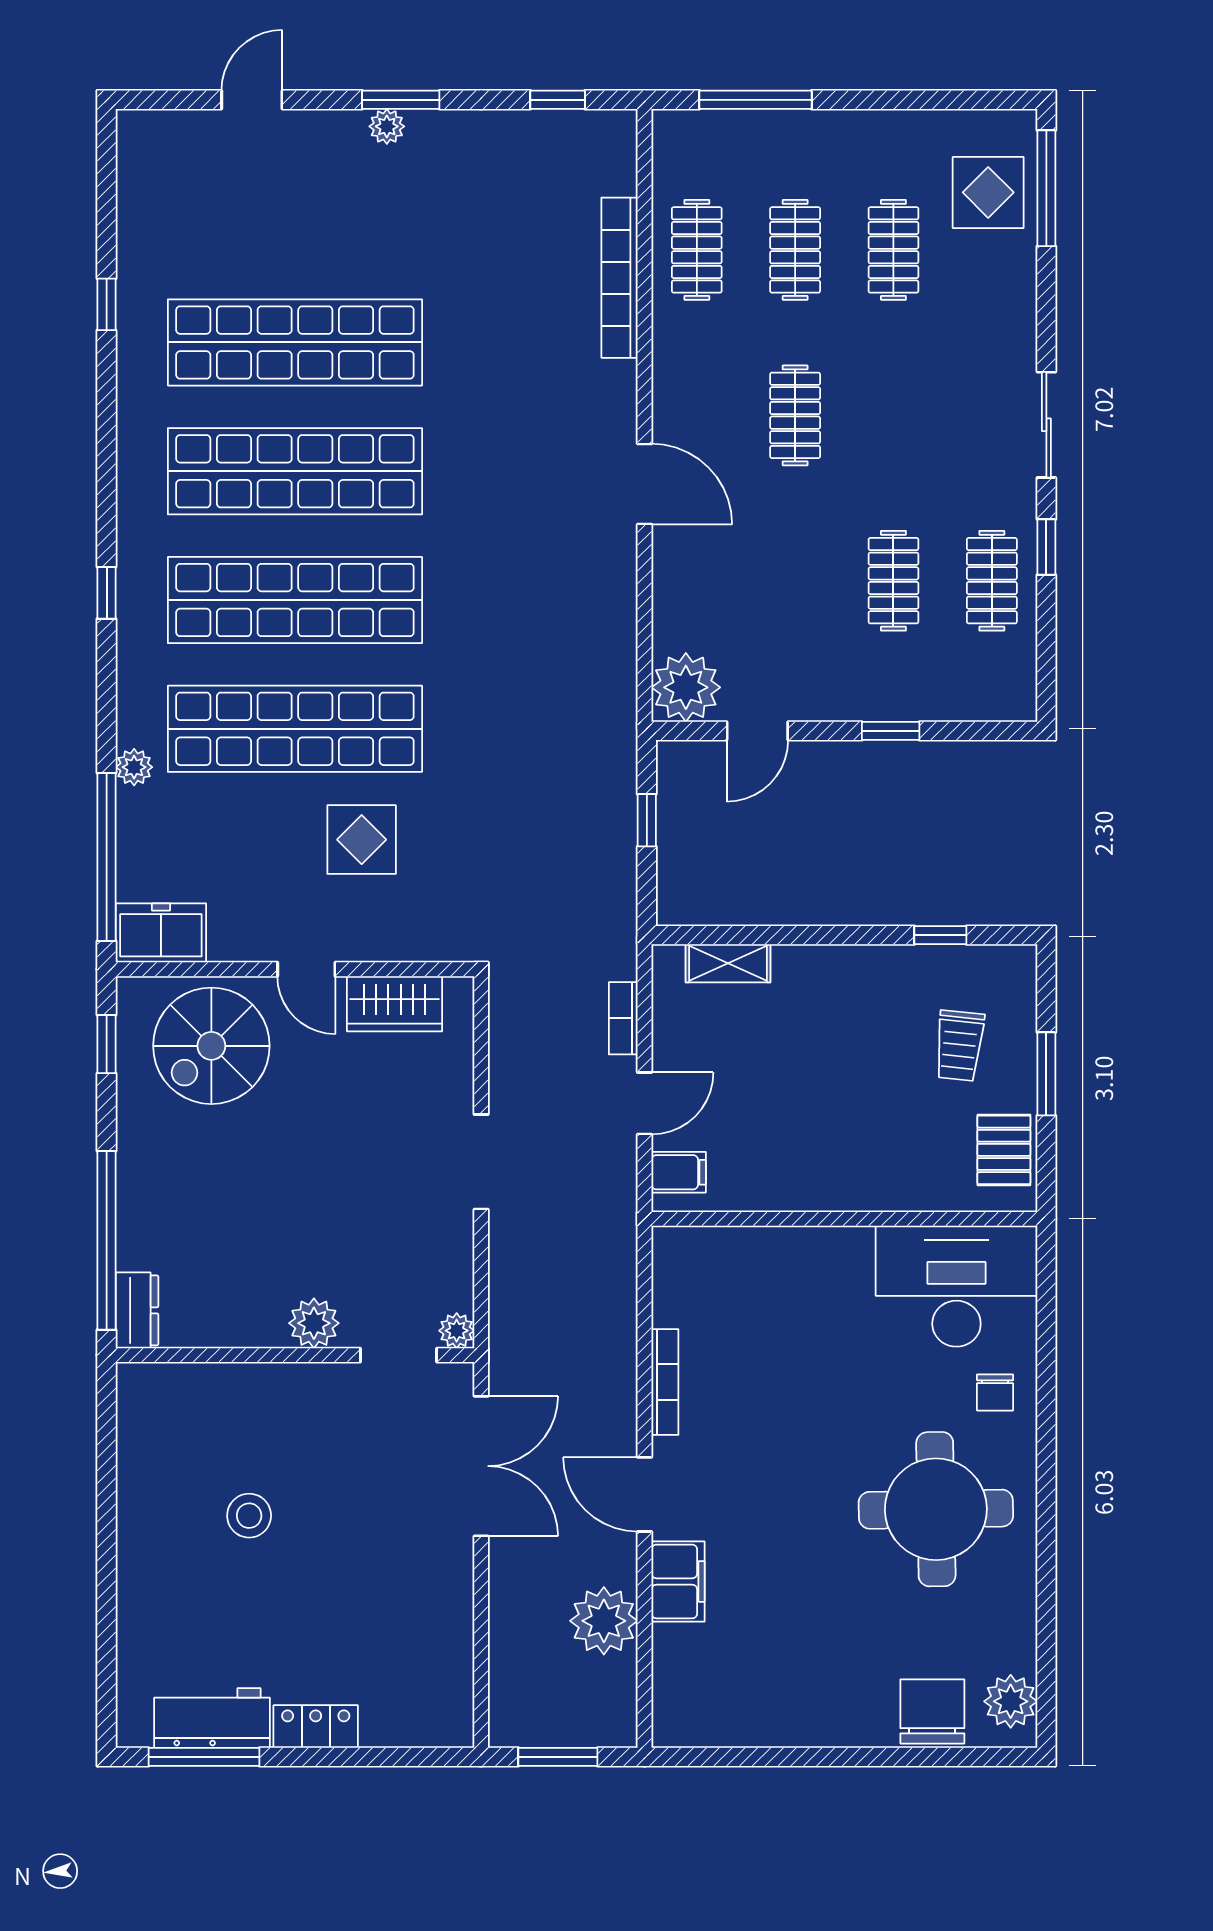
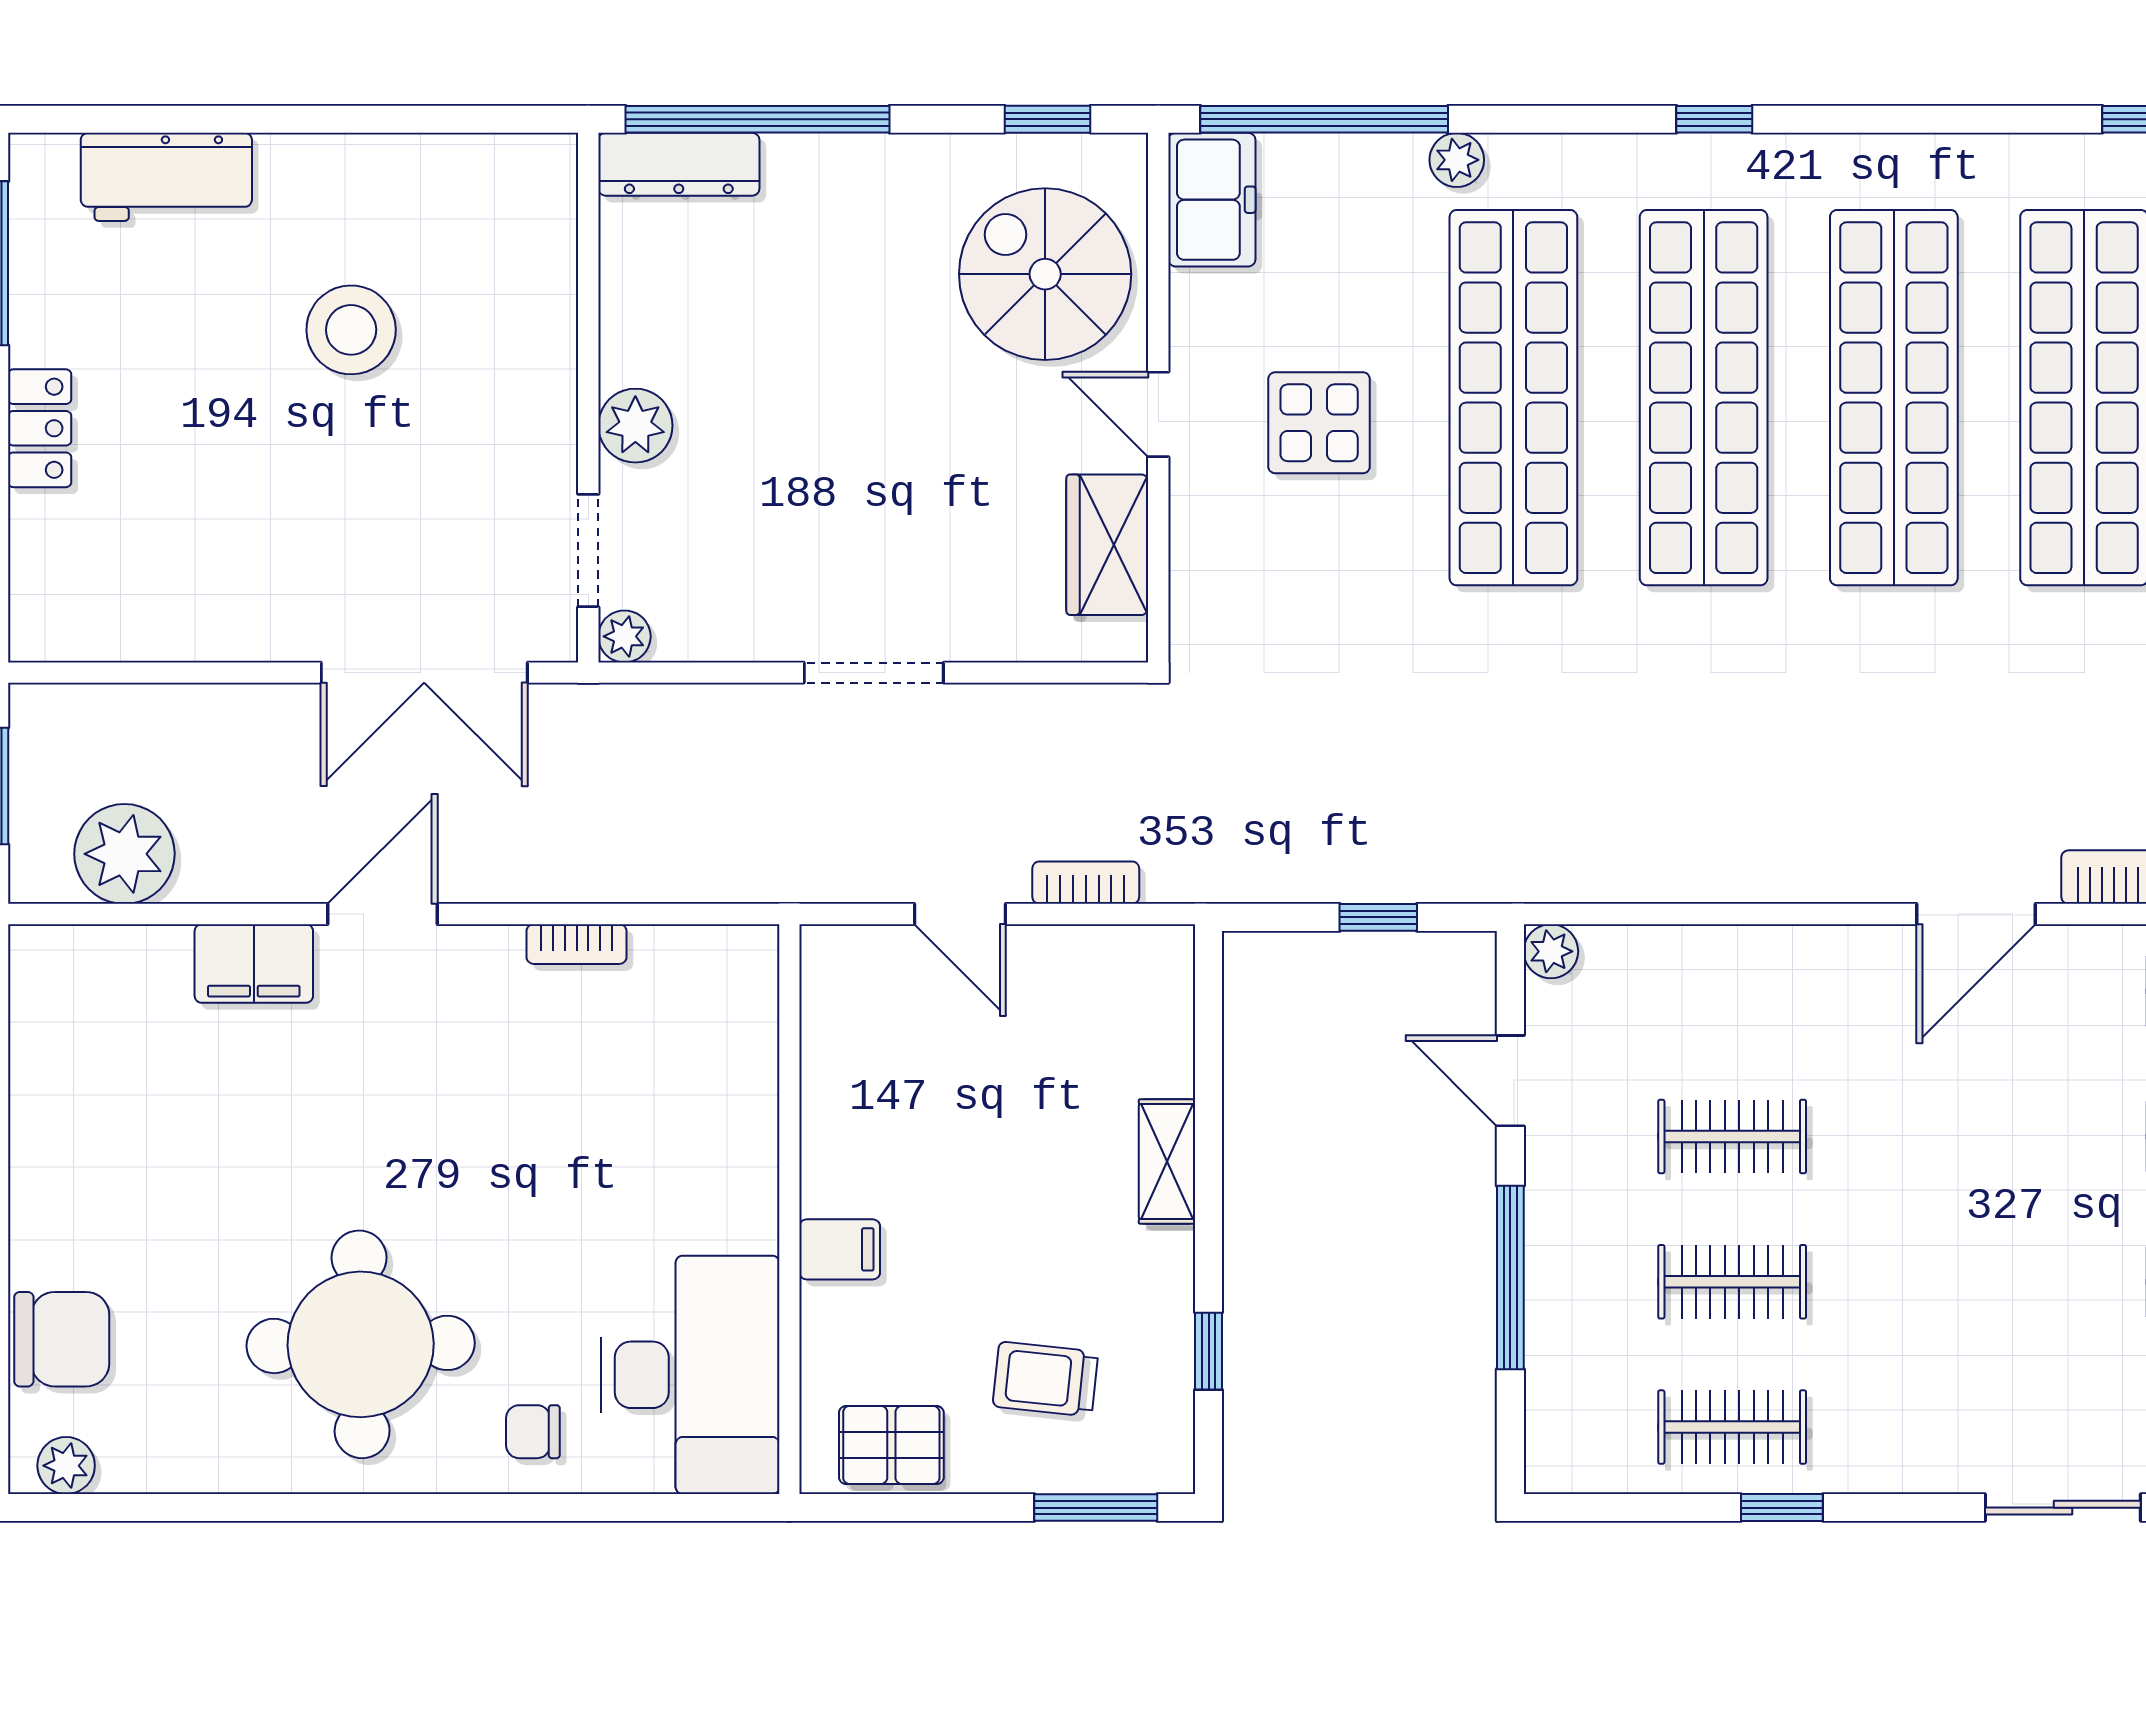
clothes rail: (795, 415) -> (1732, 1136), moved
sliding door: (1046, 425) -> (2063, 1508), moved
door: (645, 484) -> (1976, 914), moved
plant: (686, 687) -> (1551, 951), width x0.53, depth x0.53
window: (891, 731) -> (1510, 1278), width x2.17
display table: (362, 840) -> (1319, 423), moved
shelving: (728, 963) -> (1167, 1161), moved
door: (306, 969) -> (1158, 414), hinge flipped
window: (1046, 1074) -> (1096, 1508), moved
filing cabinet: (679, 1172) -> (840, 1249), moved, turned -90
dresser: (137, 1310) -> (679, 164), width x1.44
bookcase: (665, 1382) -> (577, 944), width x0.64
stool: (249, 1516) -> (351, 330), width x1.38, depth x1.38
plant: (604, 1621) -> (124, 854), moved
plant: (1011, 1701) -> (66, 1466), width x0.73, depth x0.73
workbench: (212, 1718) -> (166, 177), moved, turned 90

